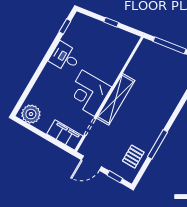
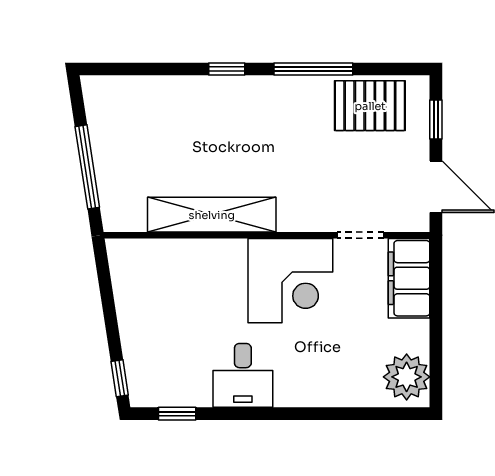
window: (111, 22) -> (120, 378), moved
shelving: (116, 99) -> (212, 215), moved
window: (175, 114) -> (227, 69), added
pallet: (133, 157) -> (370, 106), width x1.50, depth x1.42

